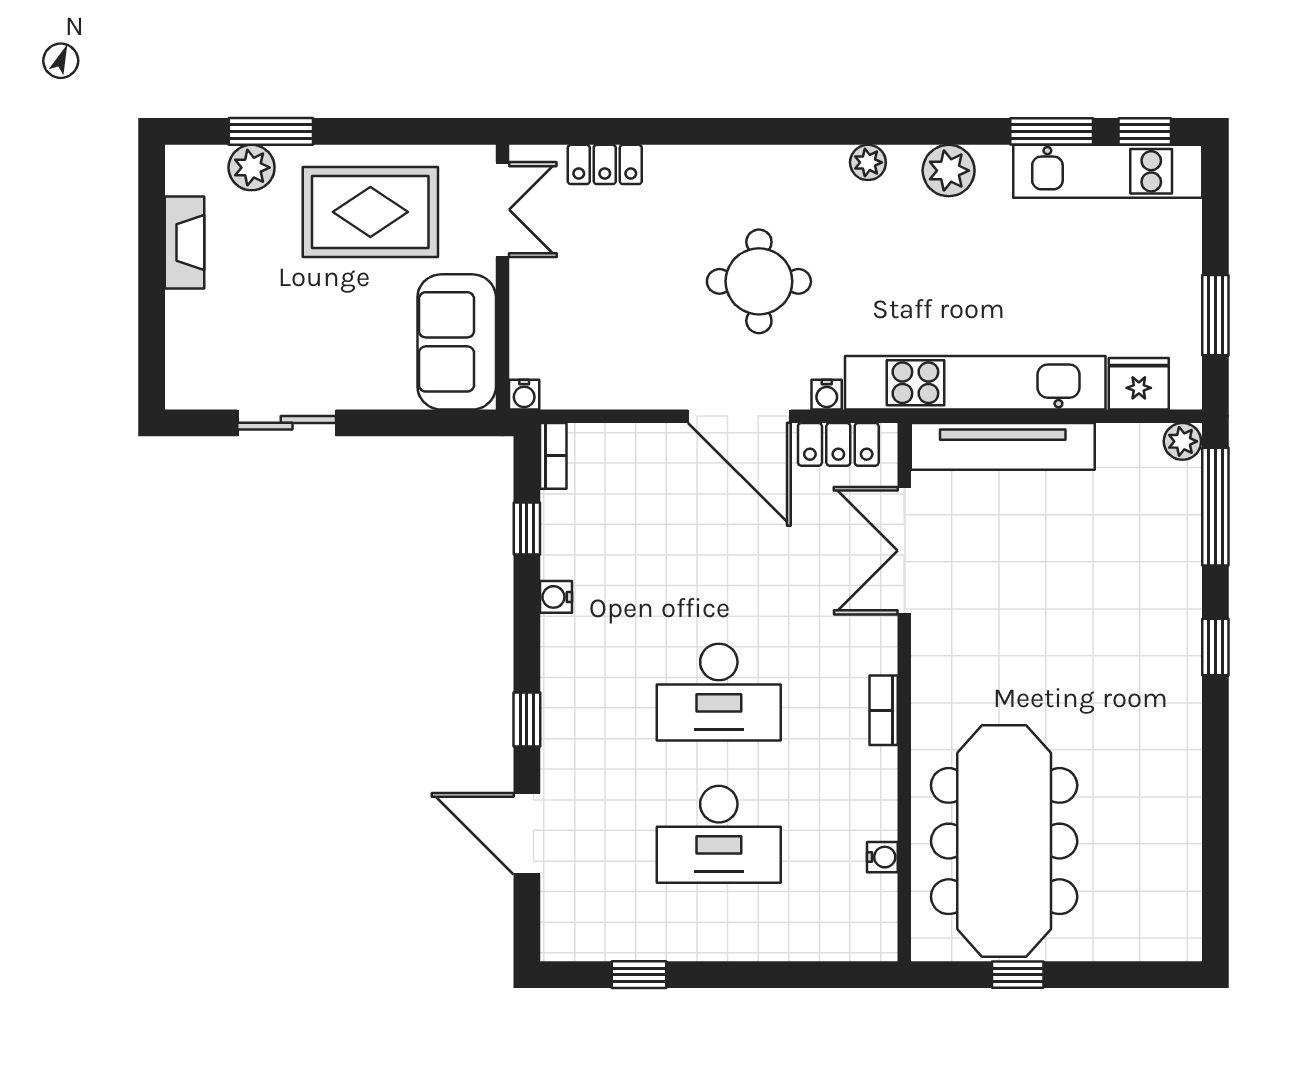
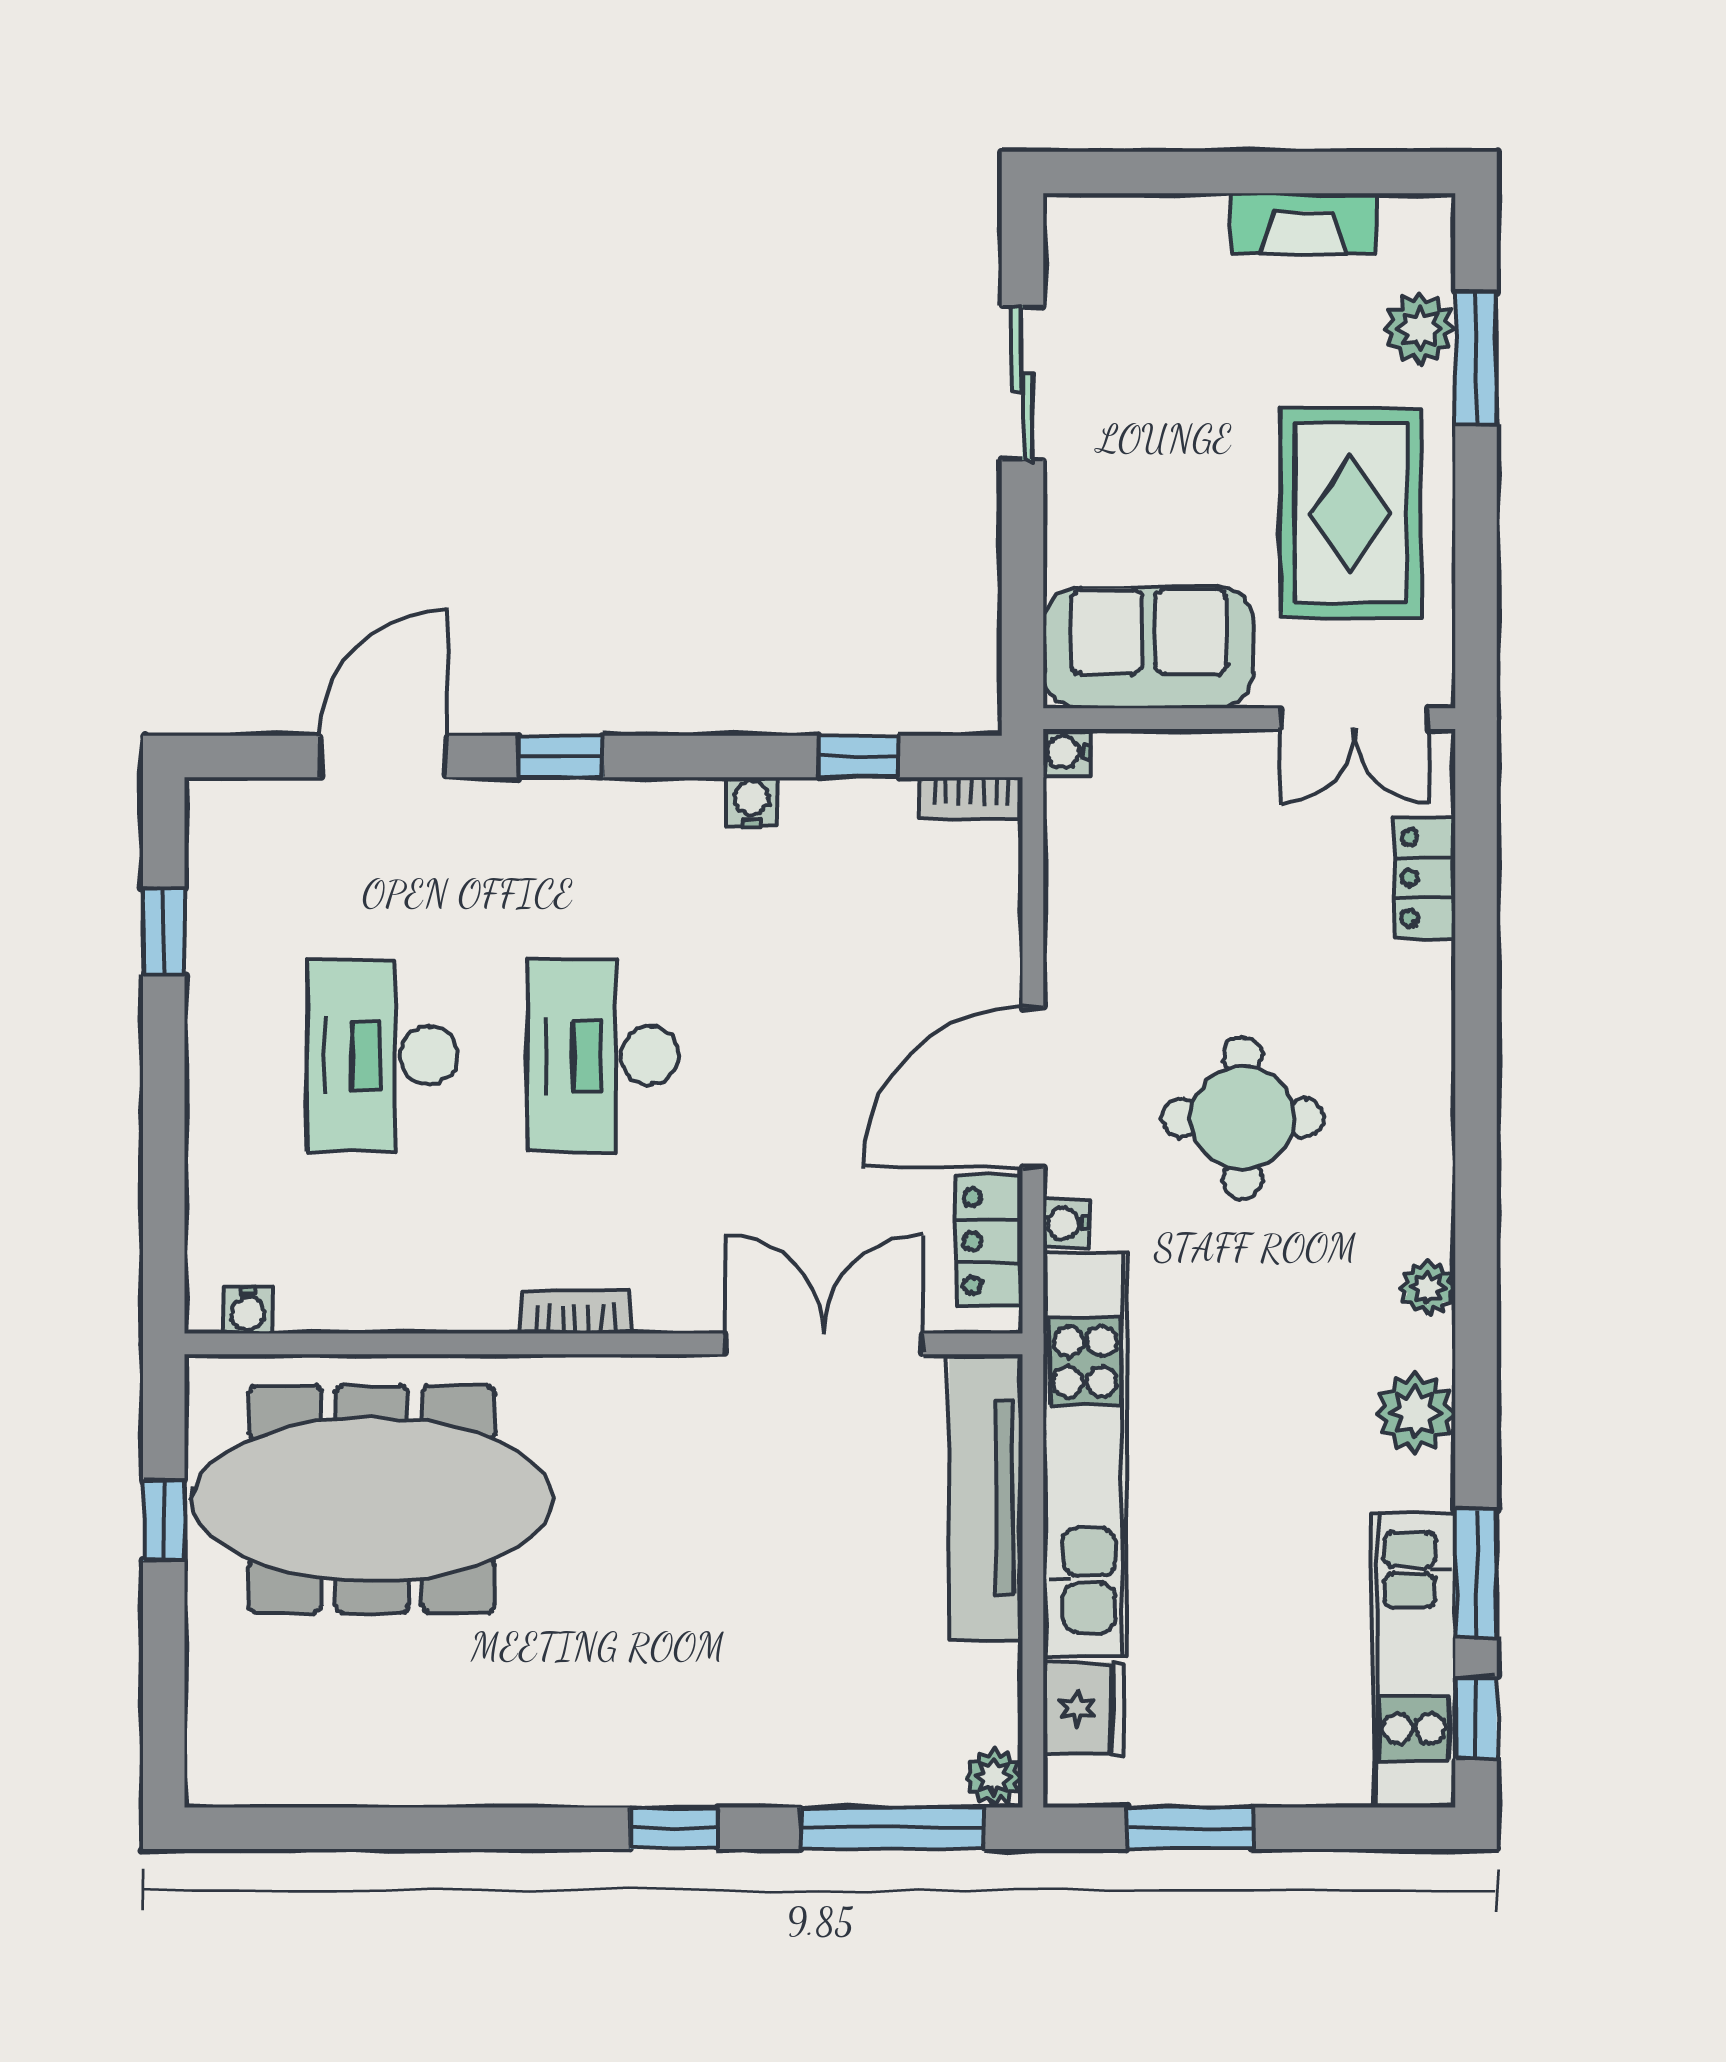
water cooler: (882, 857) -> (248, 1310), moved

